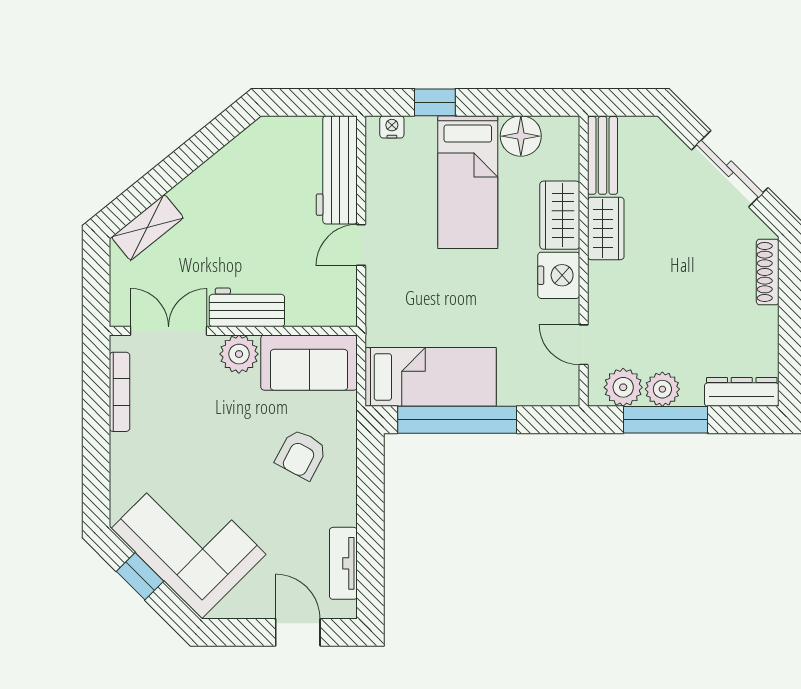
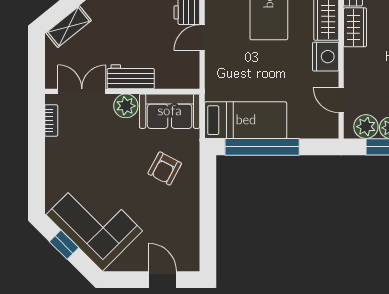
bookcase: (120, 392) -> (51, 120), width x0.64
tv unit: (343, 563) -> (191, 237), removed

